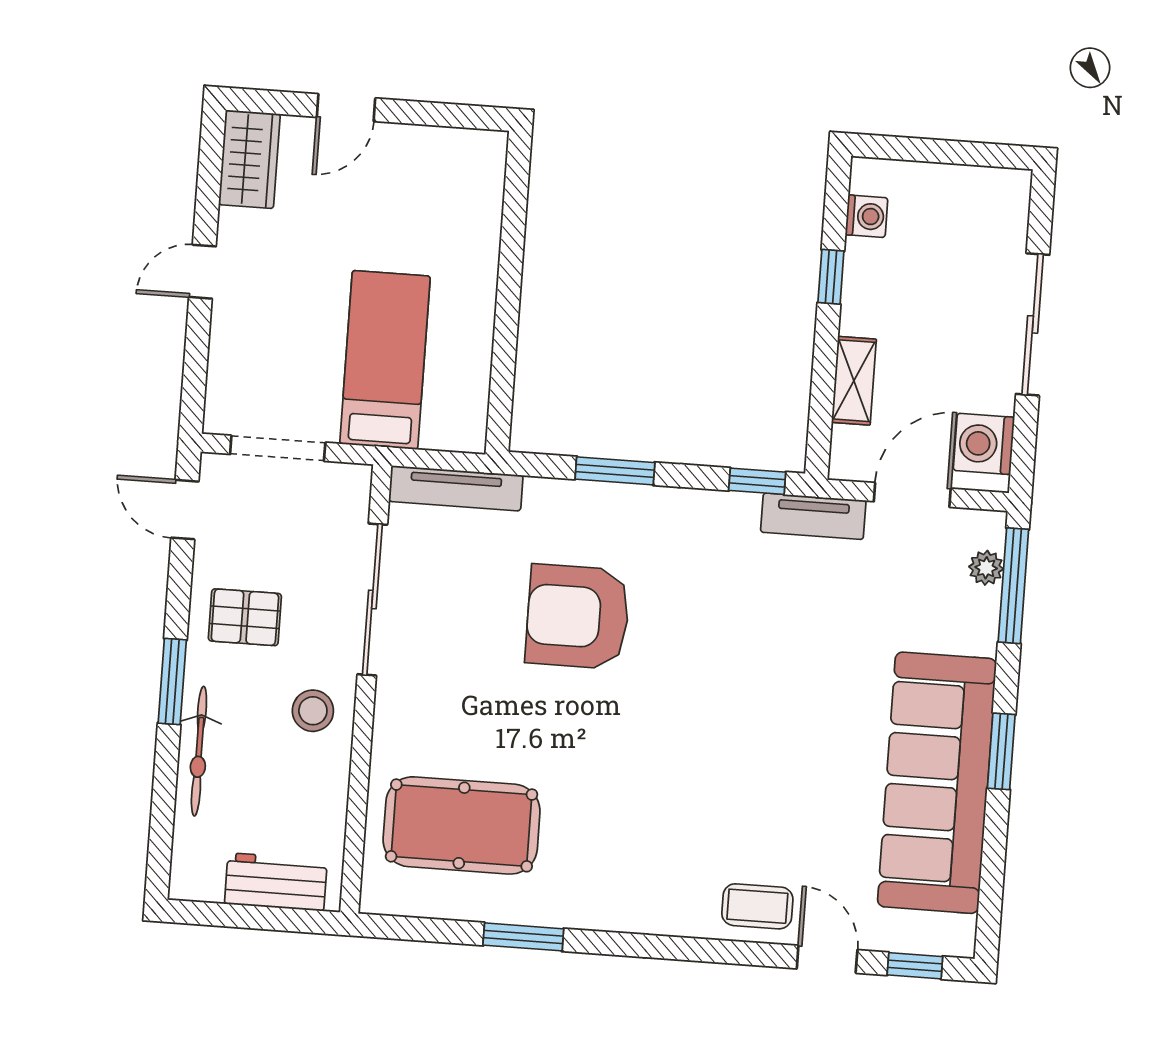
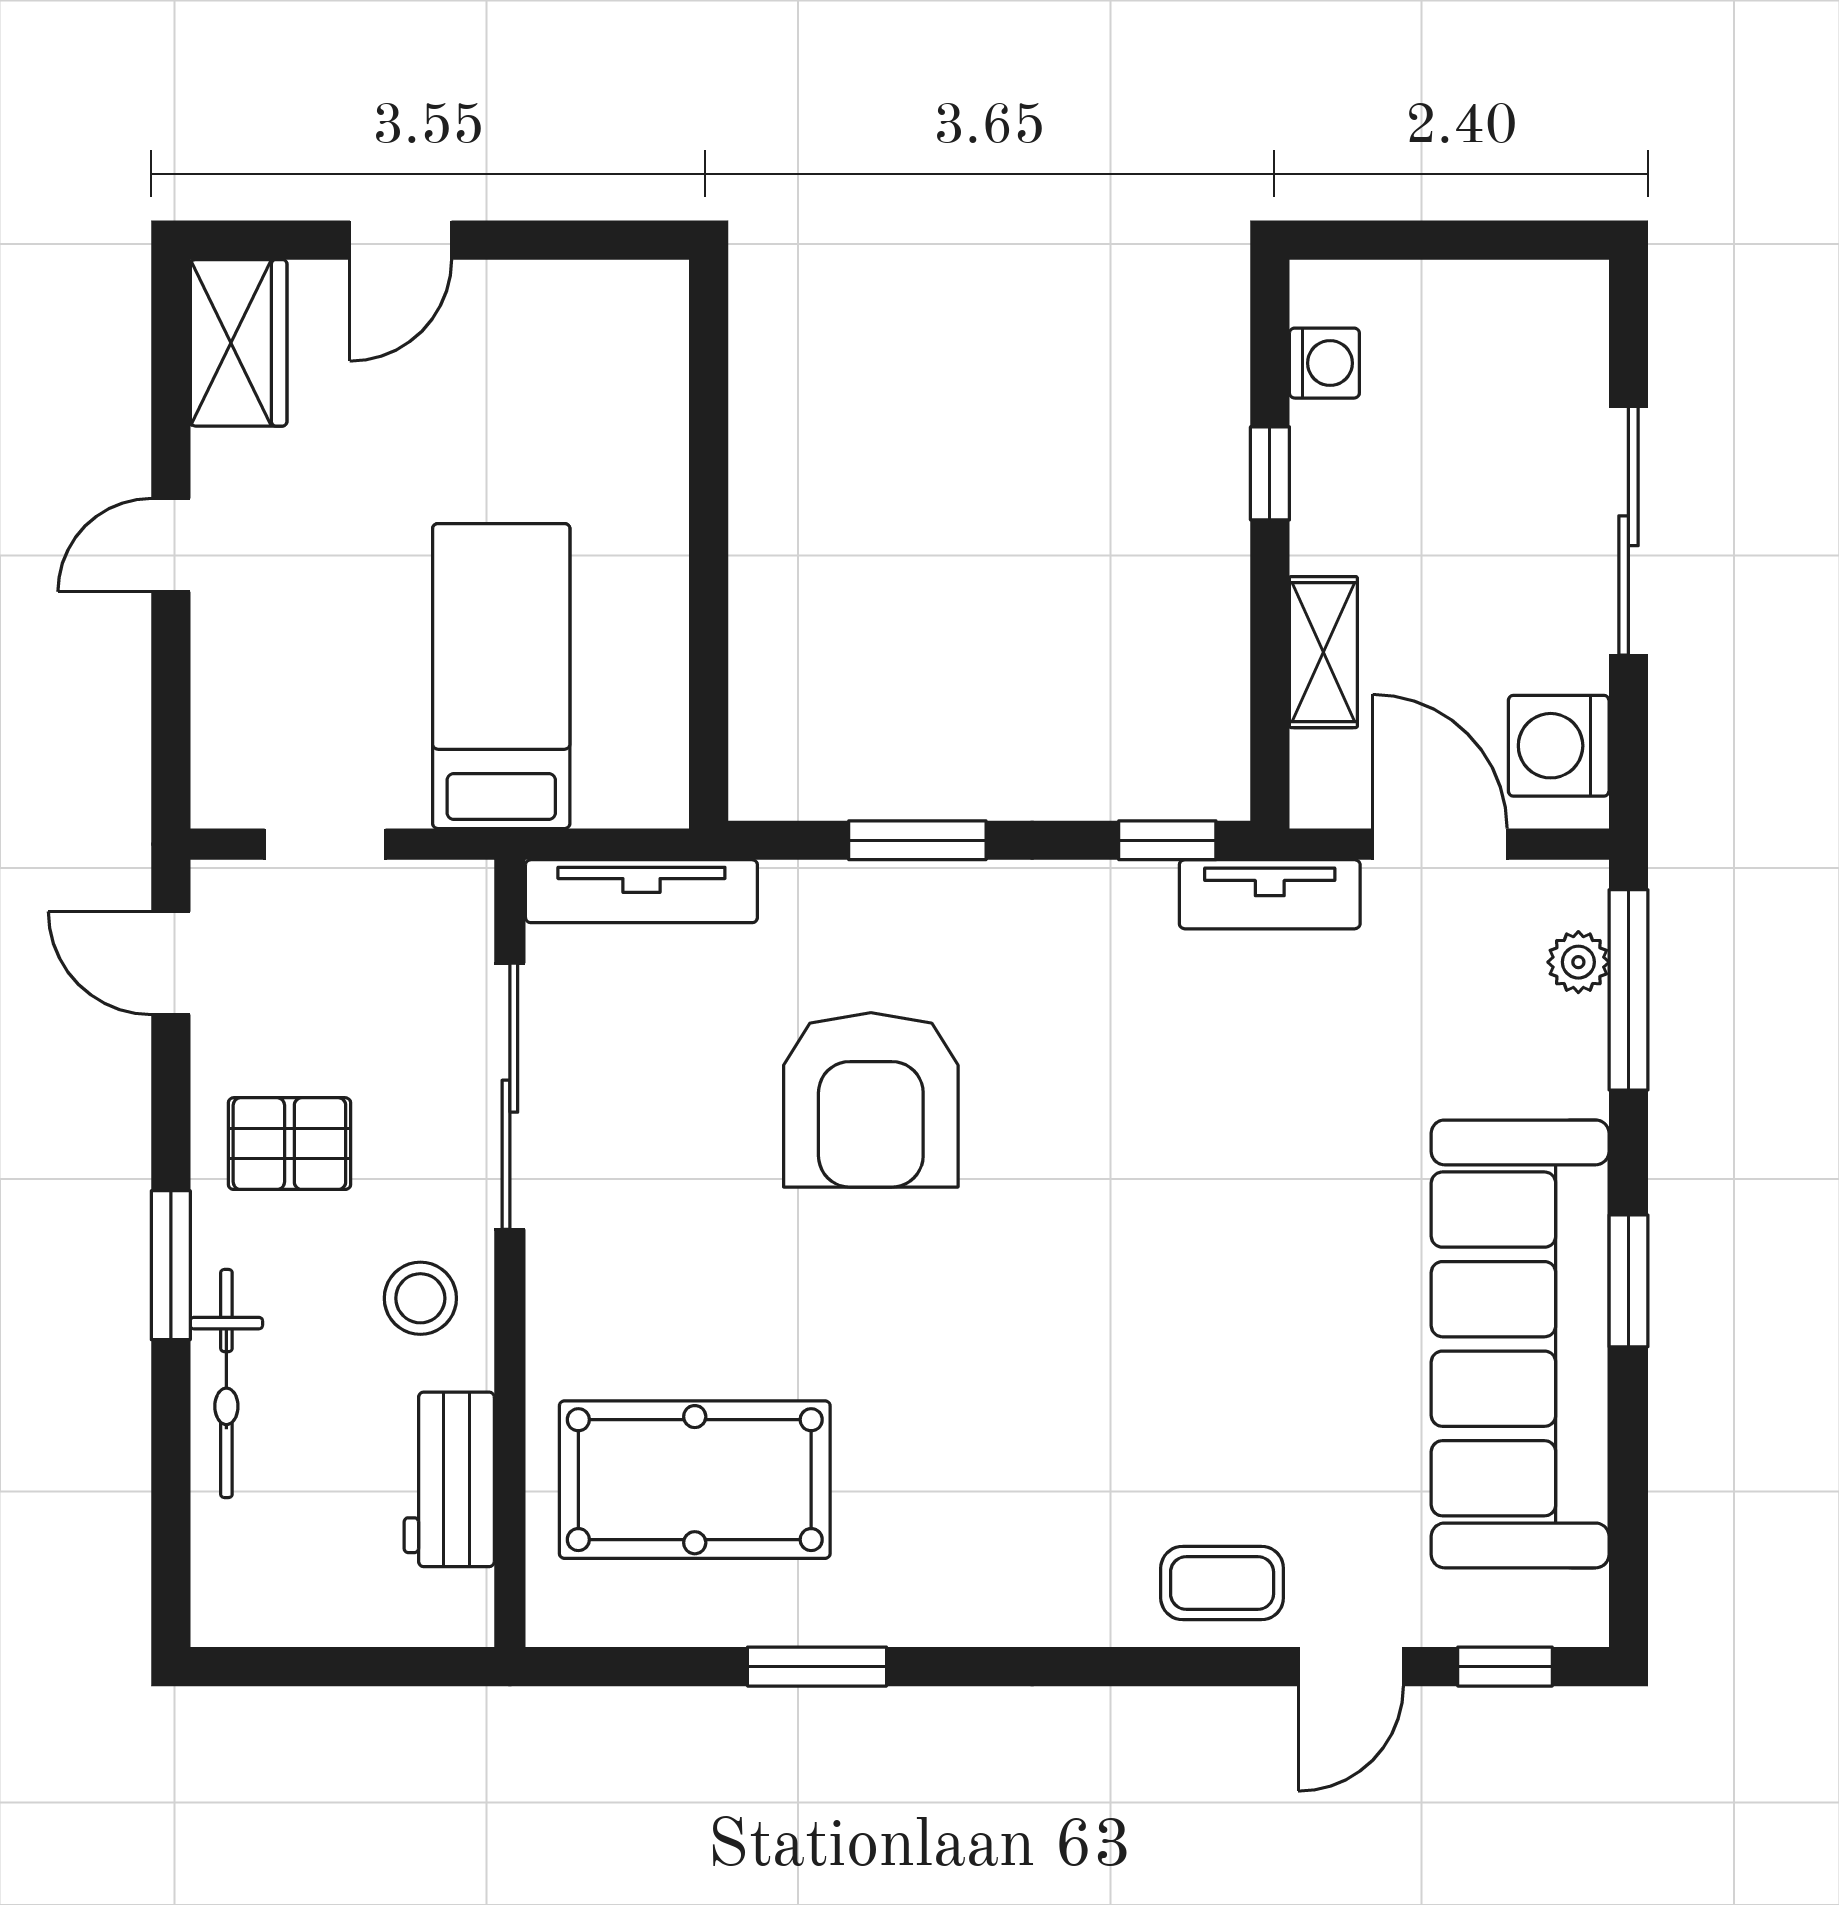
doorway: (278, 448) -> (325, 844), width x0.73
door: (912, 495) -> (1440, 844), hinge flipped
armchair: (578, 617) -> (871, 1100), turned -90
workbench: (276, 882) -> (449, 1479), moved, turned -90
door: (827, 959) -> (1351, 1667), swing flipped

